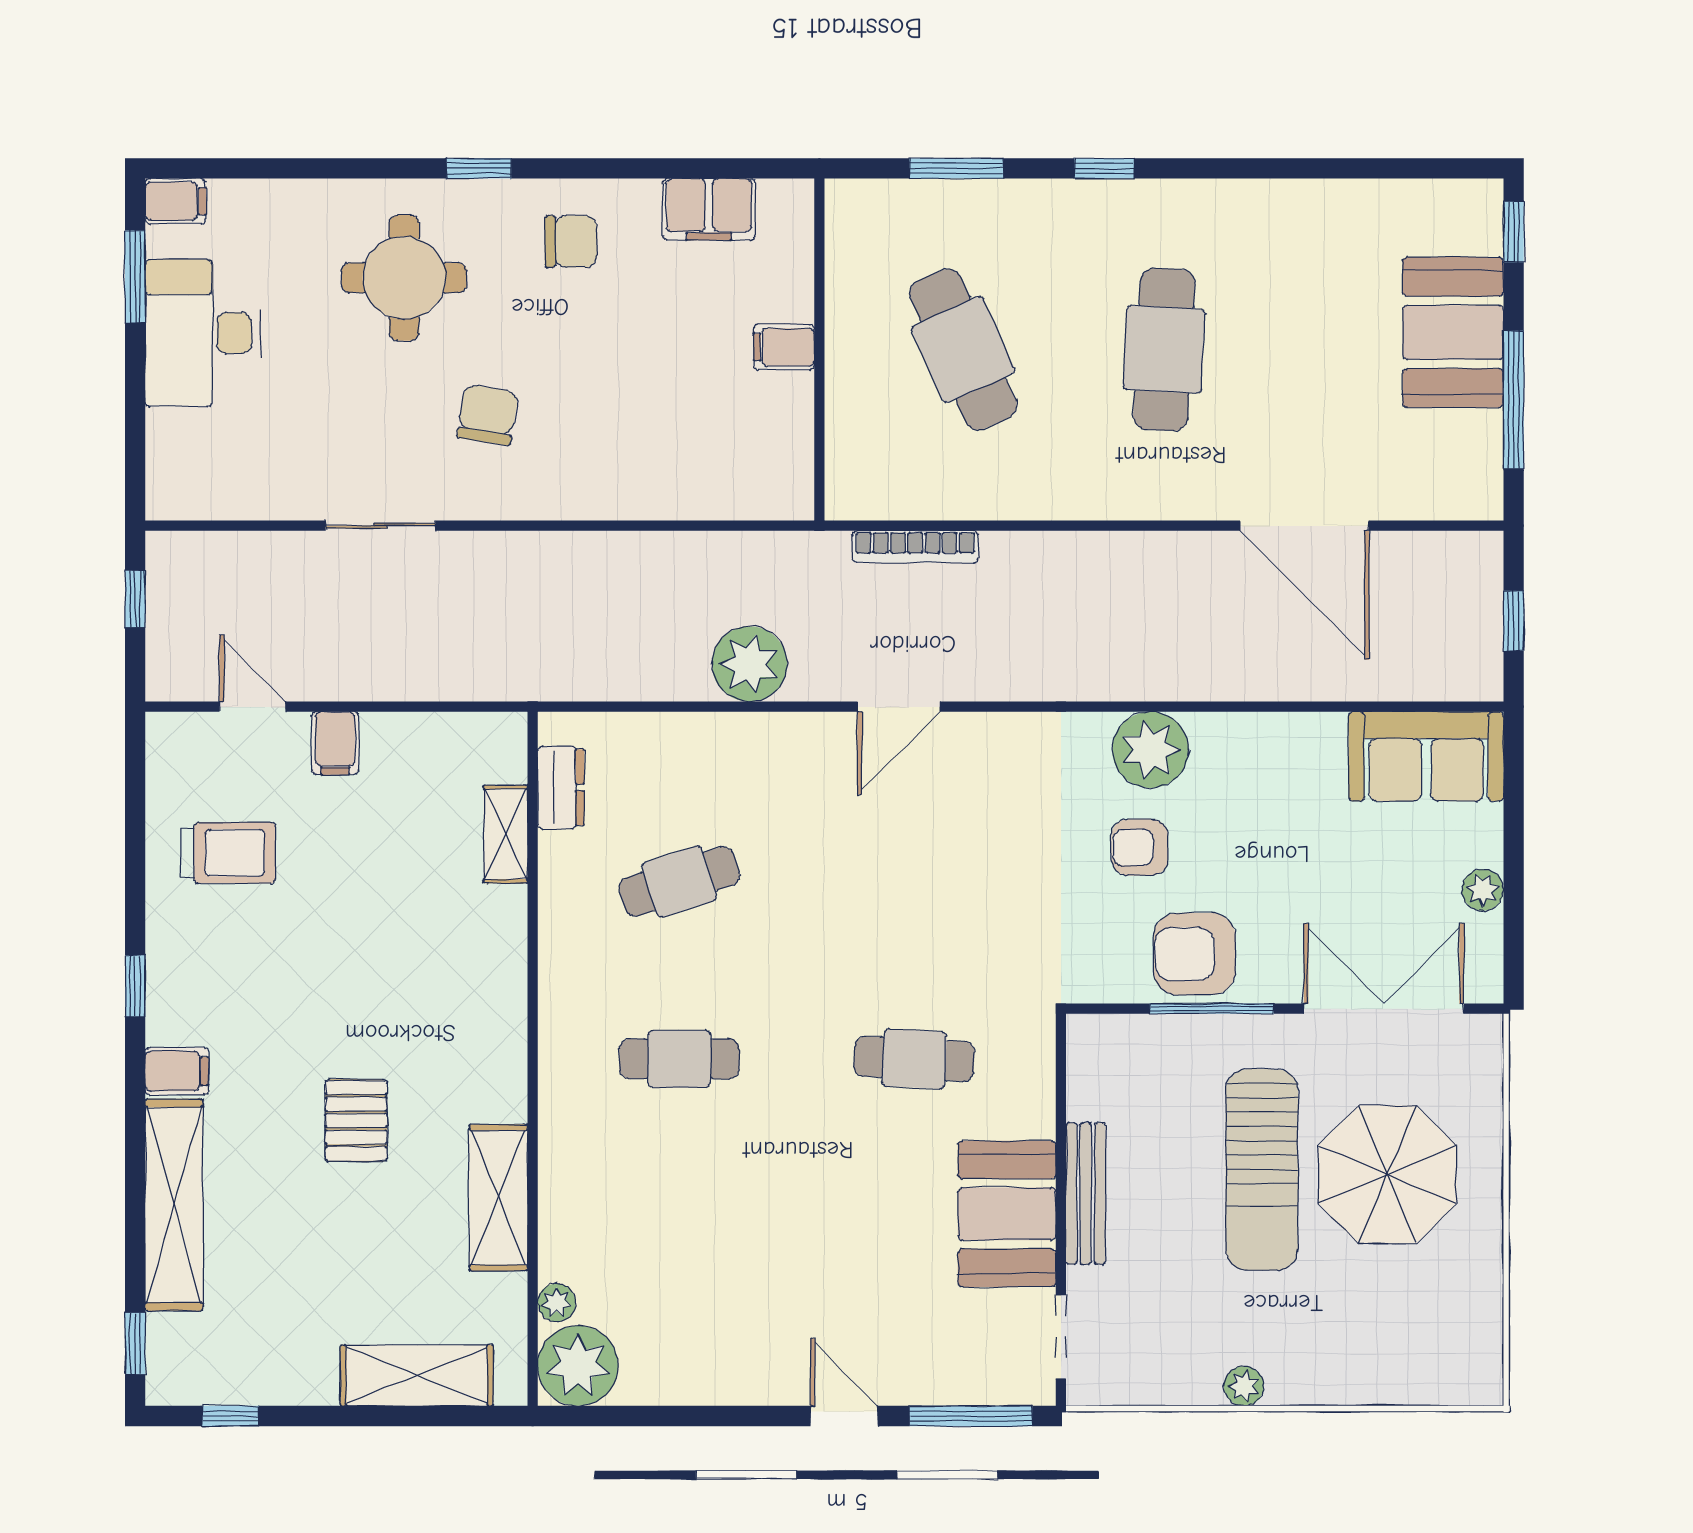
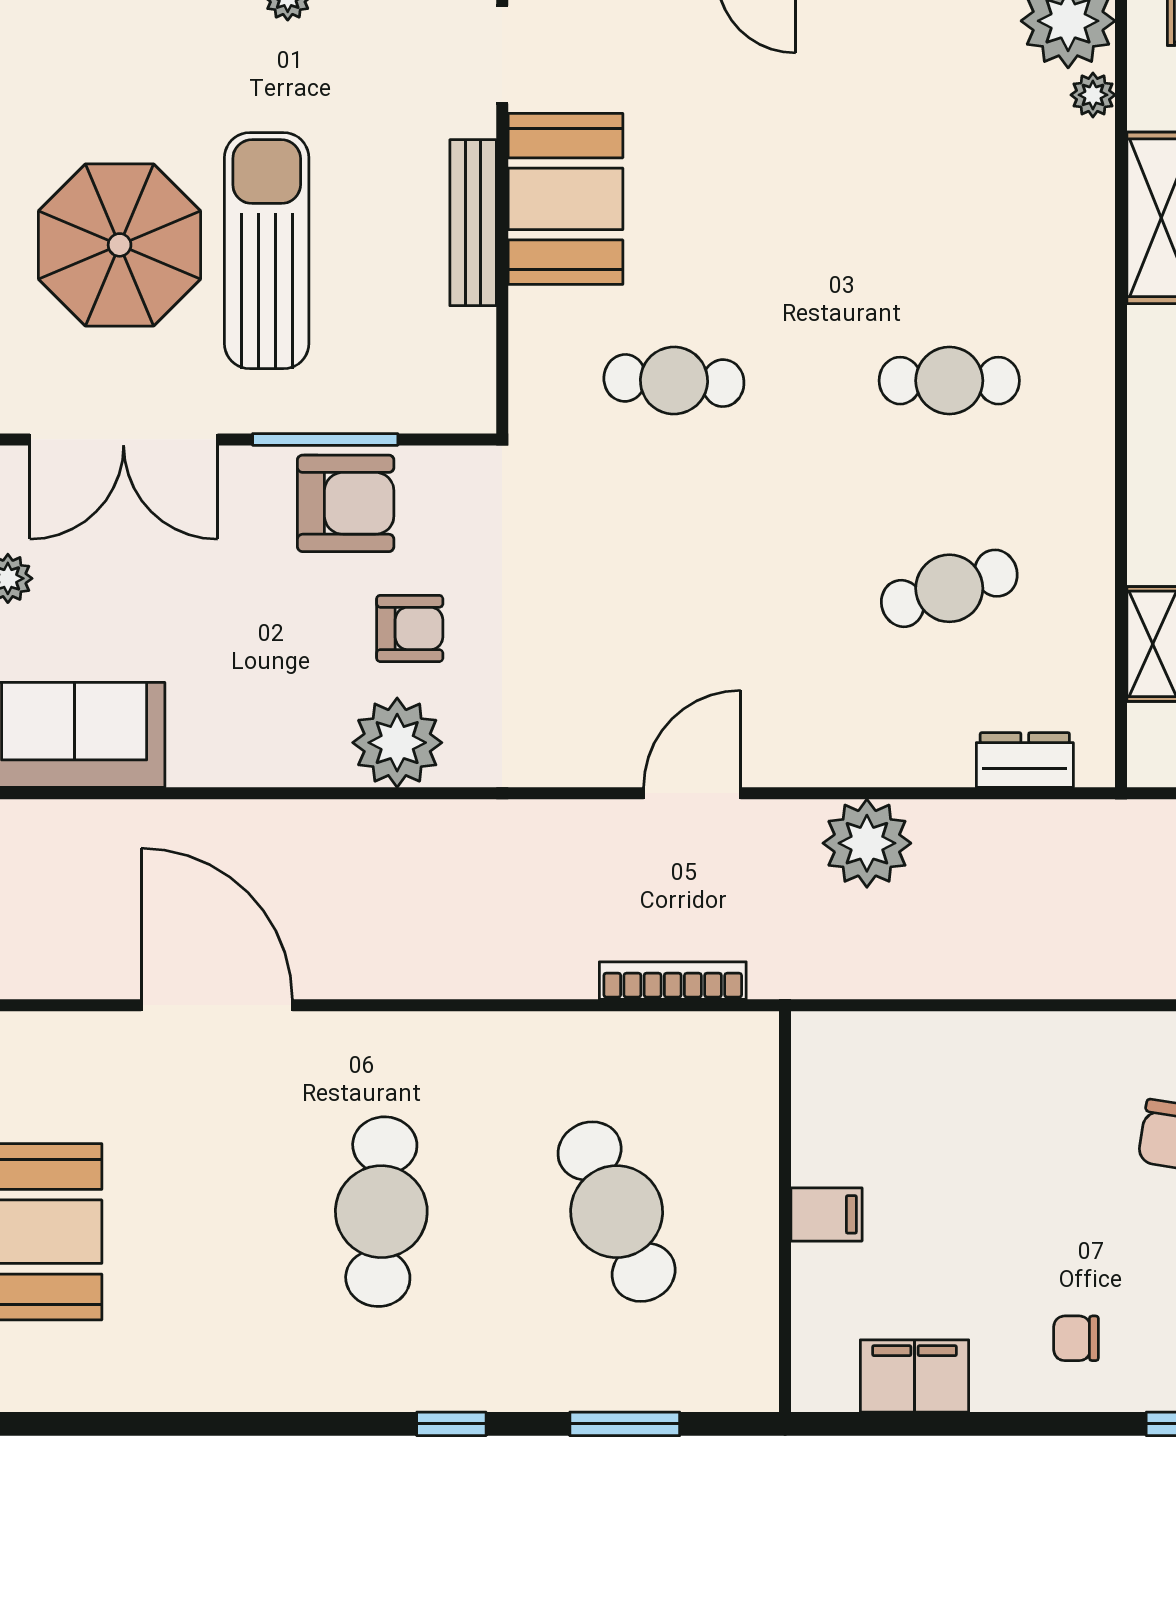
chair: (571, 241) -> (1076, 1338), width x0.73, depth x0.73
dresser: (561, 787) -> (1025, 760), moved, turned 90

